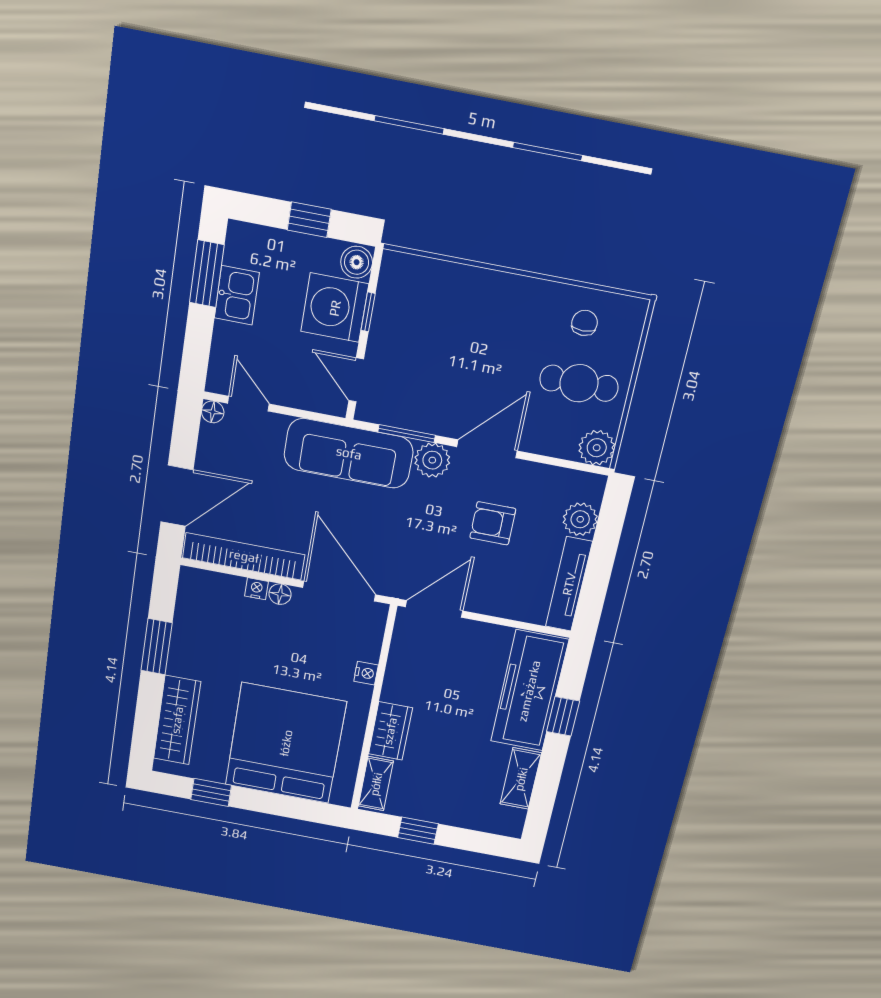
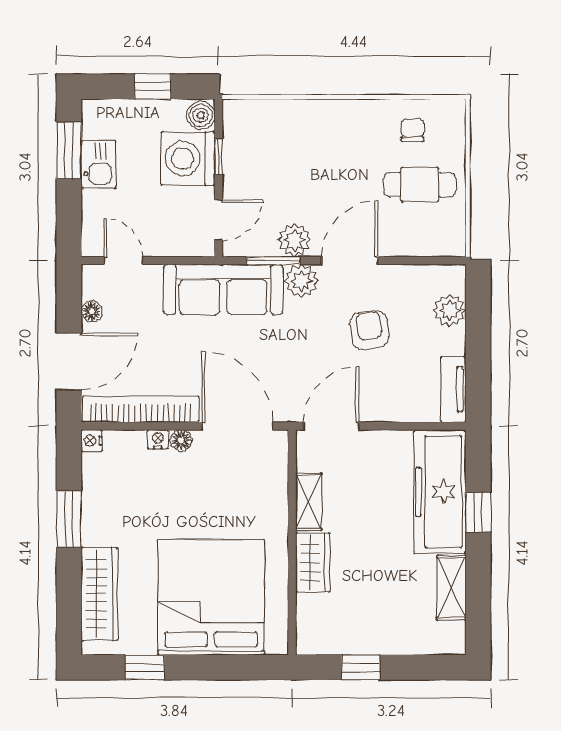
door: (356, 380) -> (218, 220), swing flipped
floor lamp: (213, 412) -> (92, 312), moved
plant: (597, 448) -> (294, 240), moved
armchair: (493, 523) -> (370, 330), turned 82
tv unit: (569, 584) -> (453, 389), width x0.71
nightstand: (366, 673) -> (92, 441), moved, turned 180
shelving: (376, 784) -> (309, 502), moved

